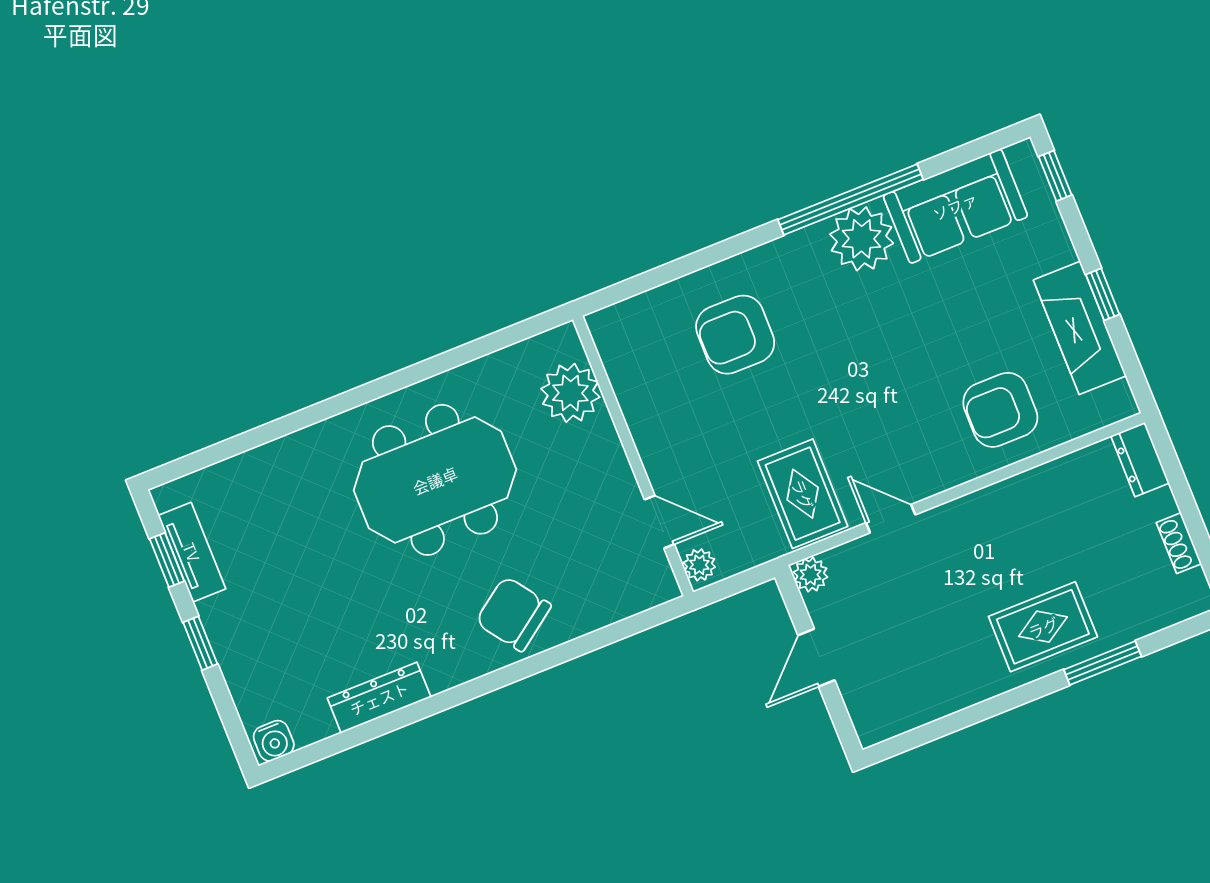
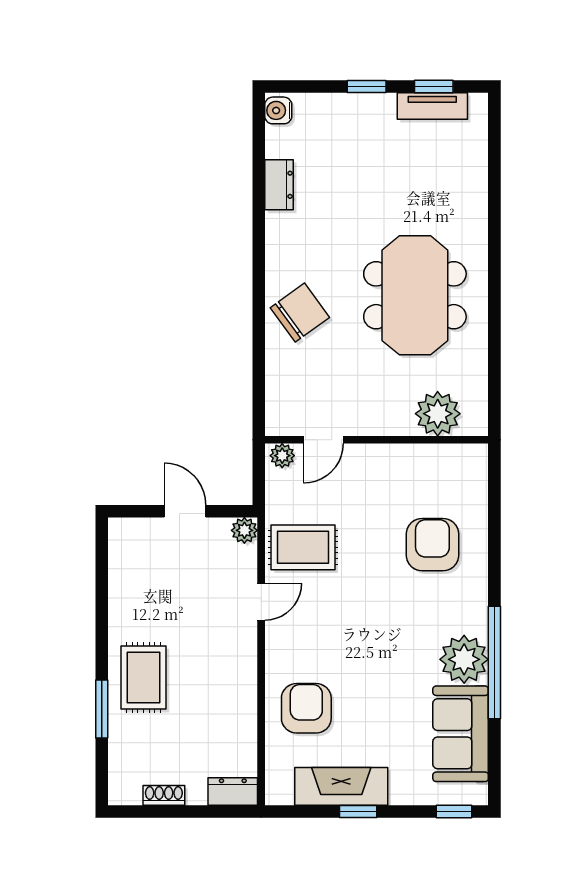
dresser: (379, 698) -> (279, 185), width x0.70

